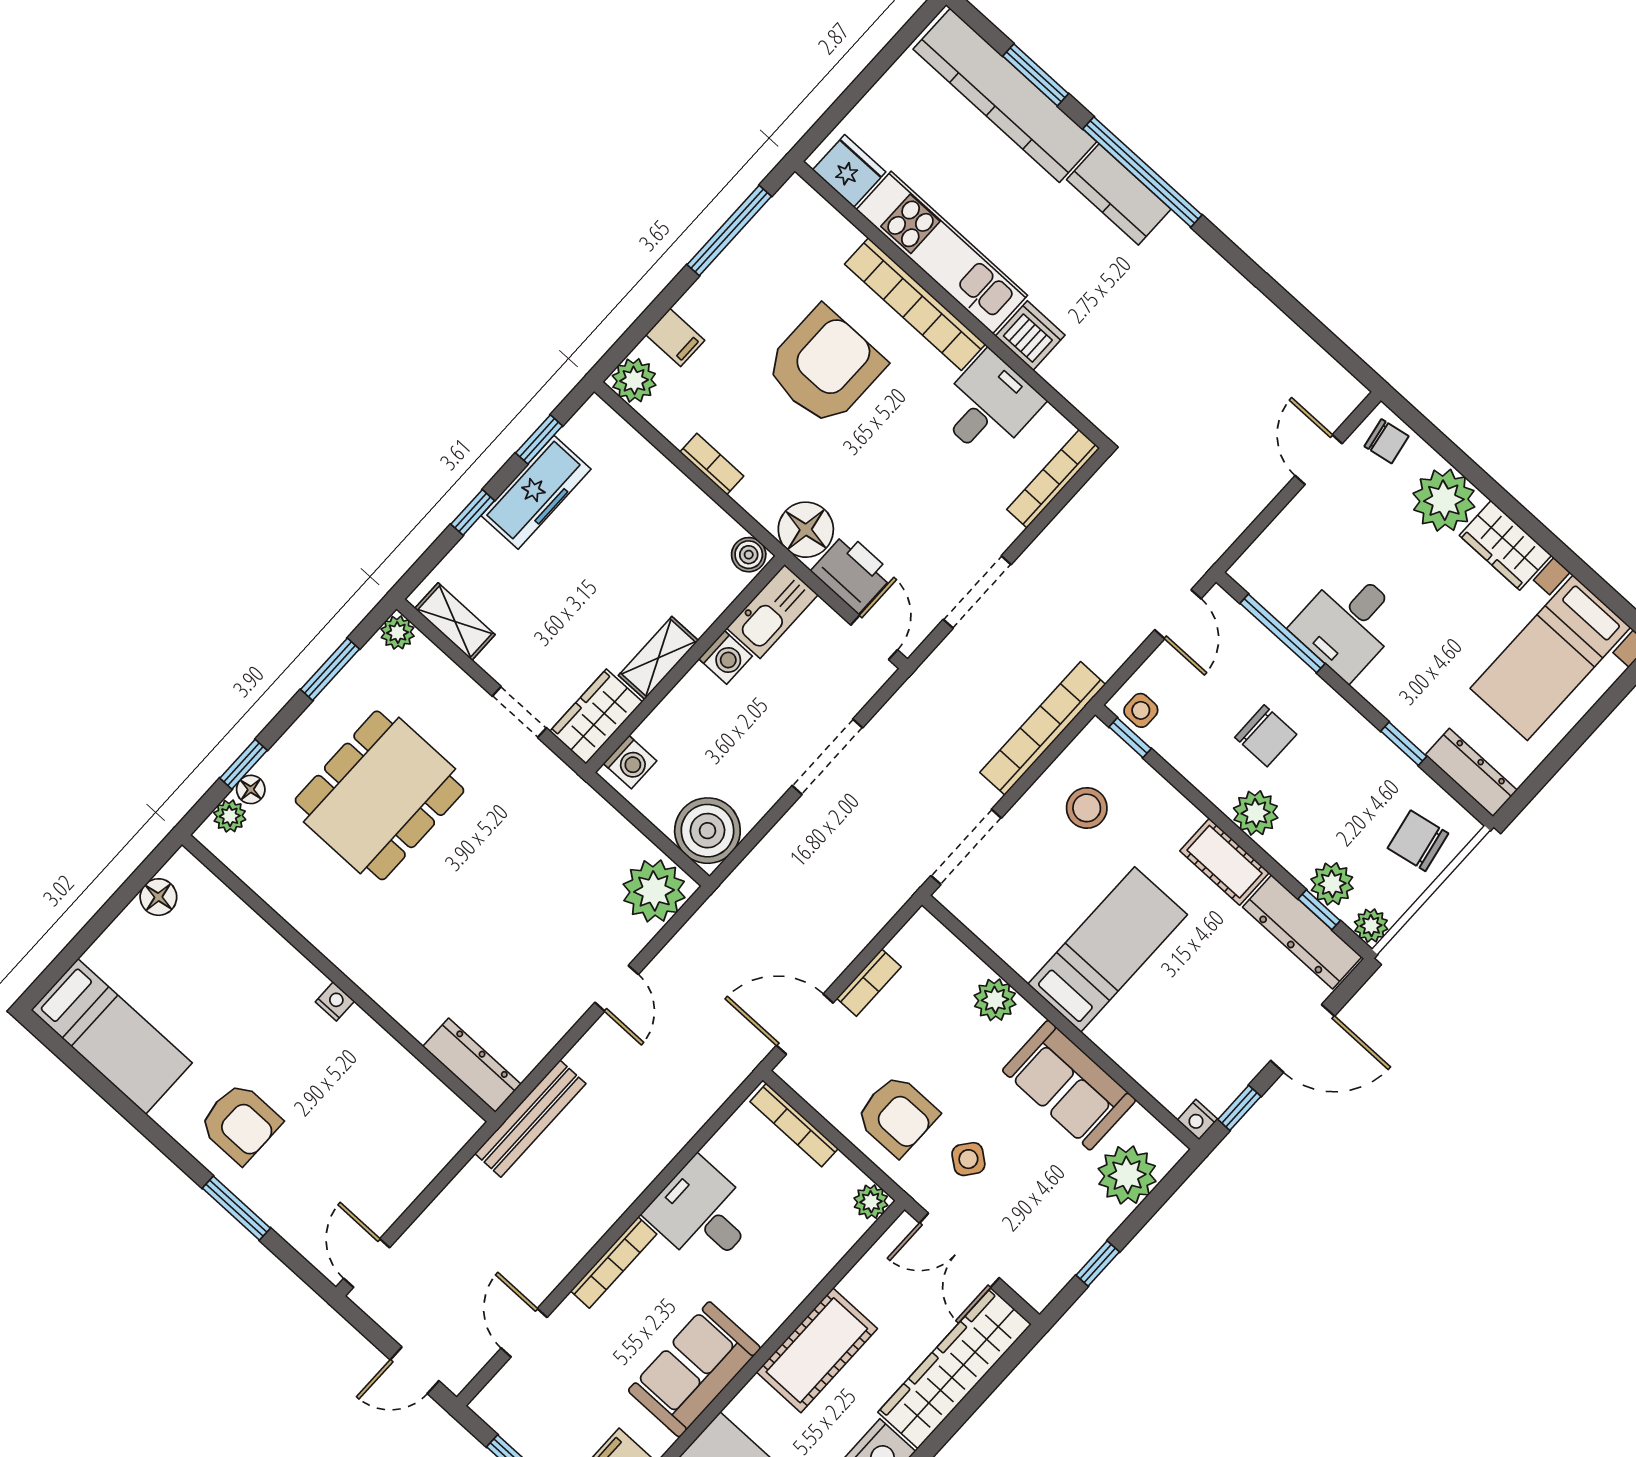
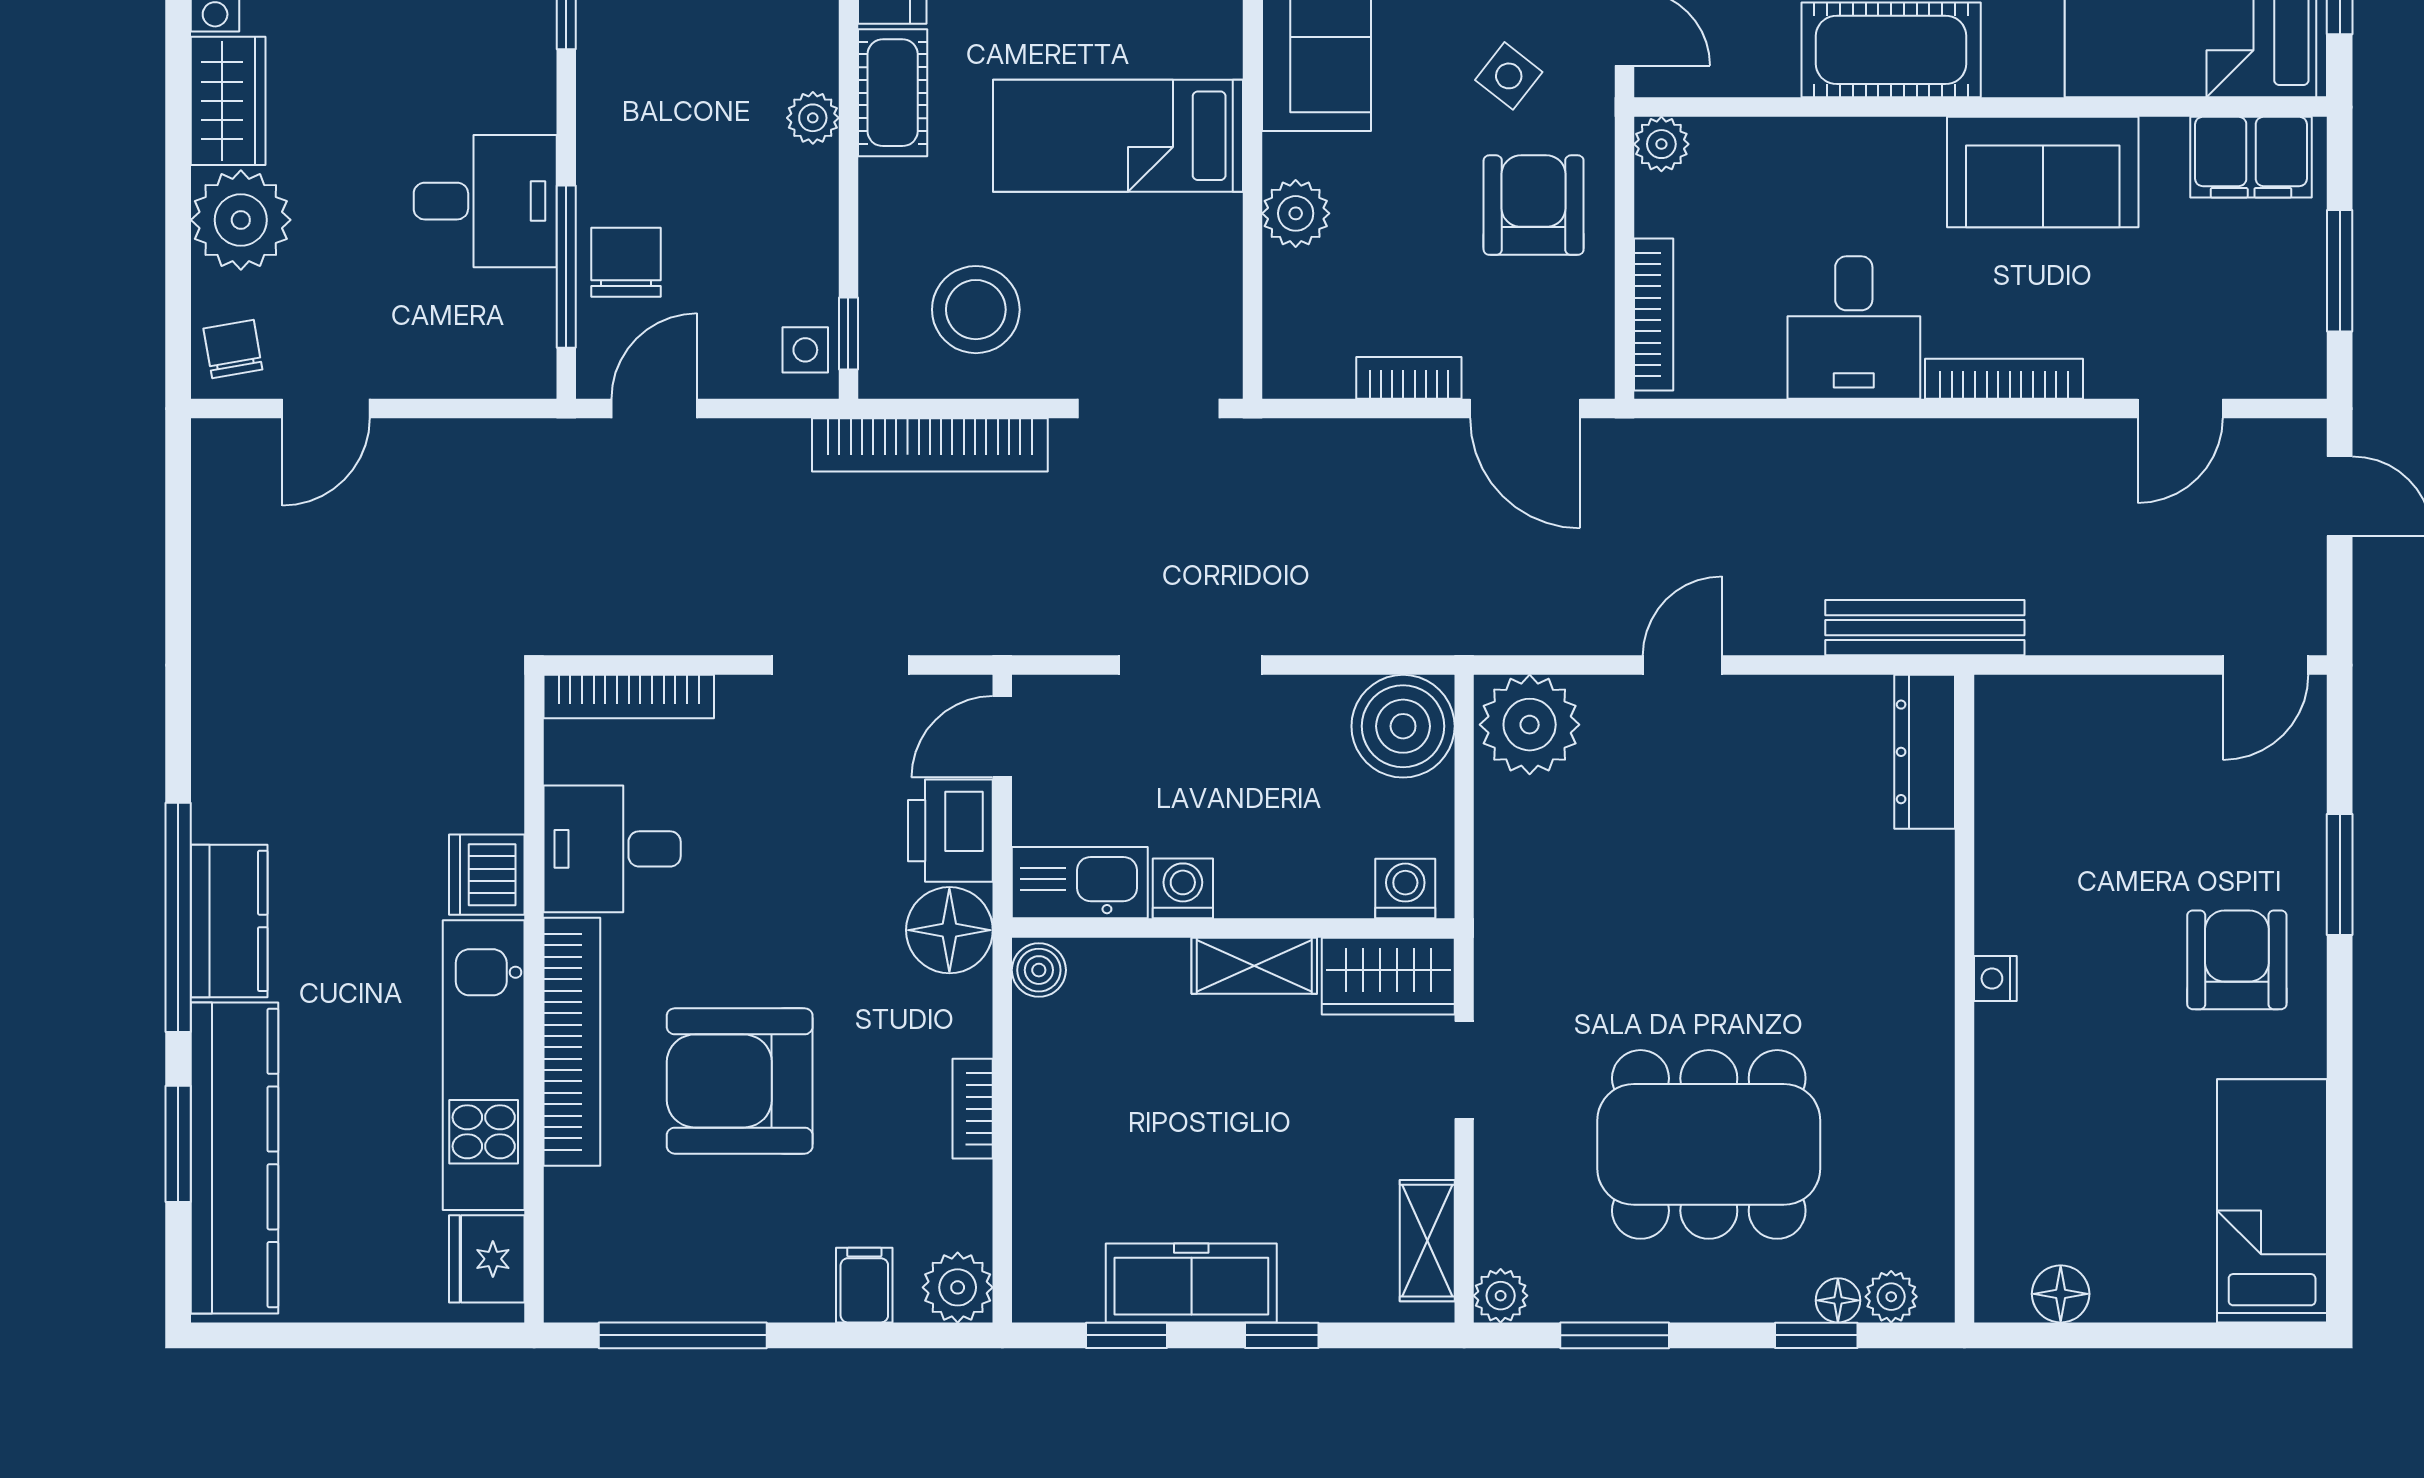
chair: (1266, 736) -> (626, 262), moved
stool: (1087, 808) -> (976, 310), width x1.38, depth x1.38
plant: (1256, 813) -> (813, 118), width x0.73, depth x0.73

